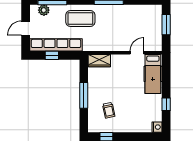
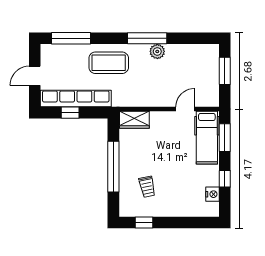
plant: (44, 10) -> (157, 51), moved
window: (166, 74) -> (225, 138), added
window: (84, 95) -> (113, 167), width x1.46
nightstand: (157, 127) -> (212, 194), moved

